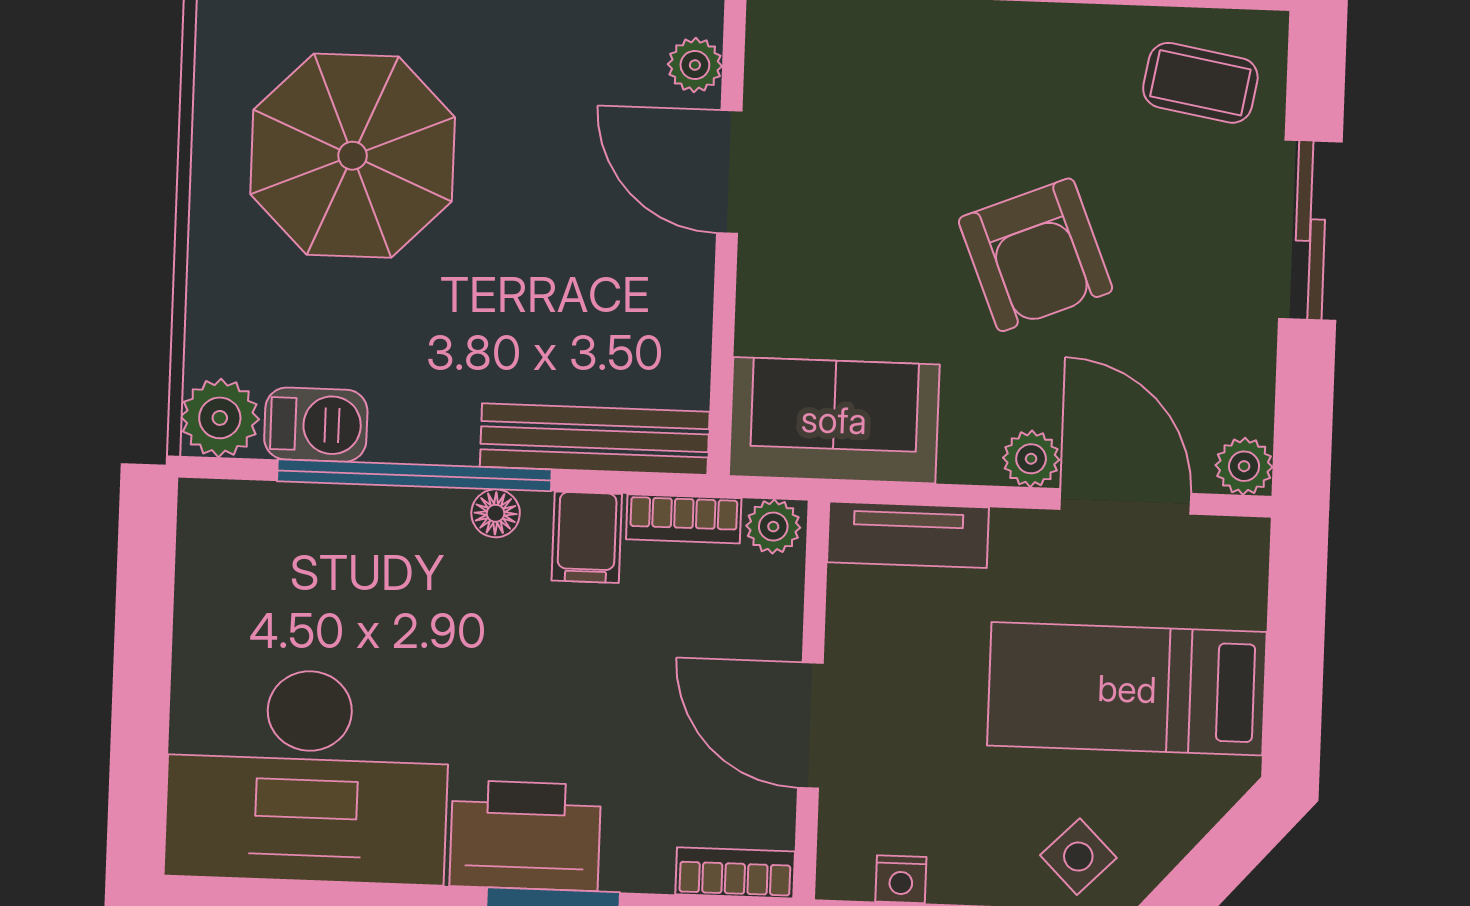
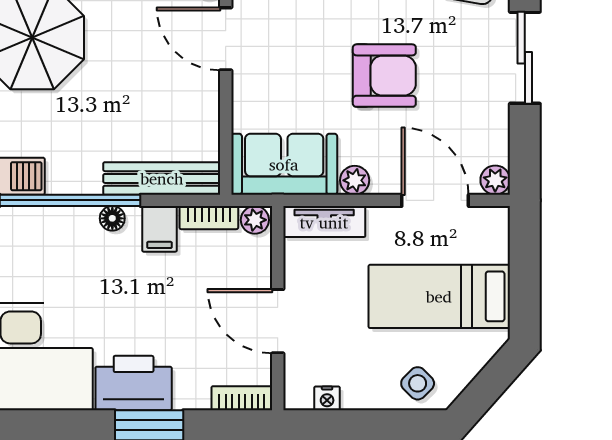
armchair: (1036, 255) -> (384, 76), turned -68
plant: (1031, 459) -> (355, 180), moved

